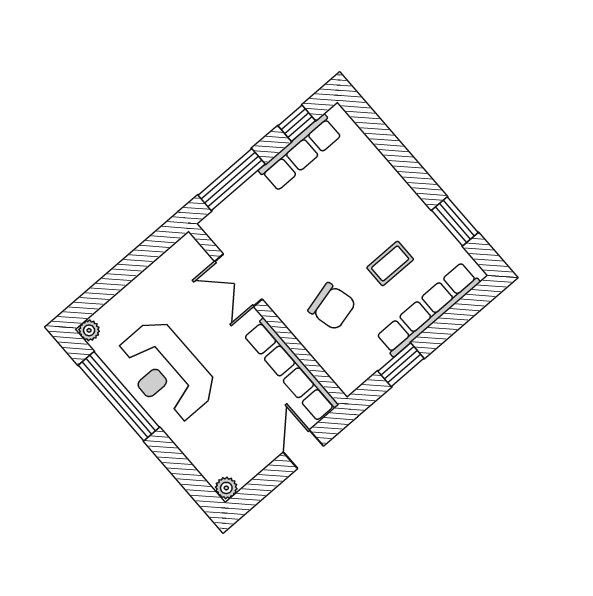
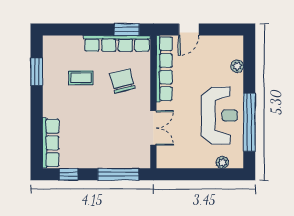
row of seats: (300, 153) -> (51, 143), moved, turned 90
row of seats: (428, 309) -> (117, 43), moved
plant: (89, 330) -> (222, 162), moved
window: (401, 365) -> (127, 30), moved
plant: (226, 488) -> (237, 66), moved

